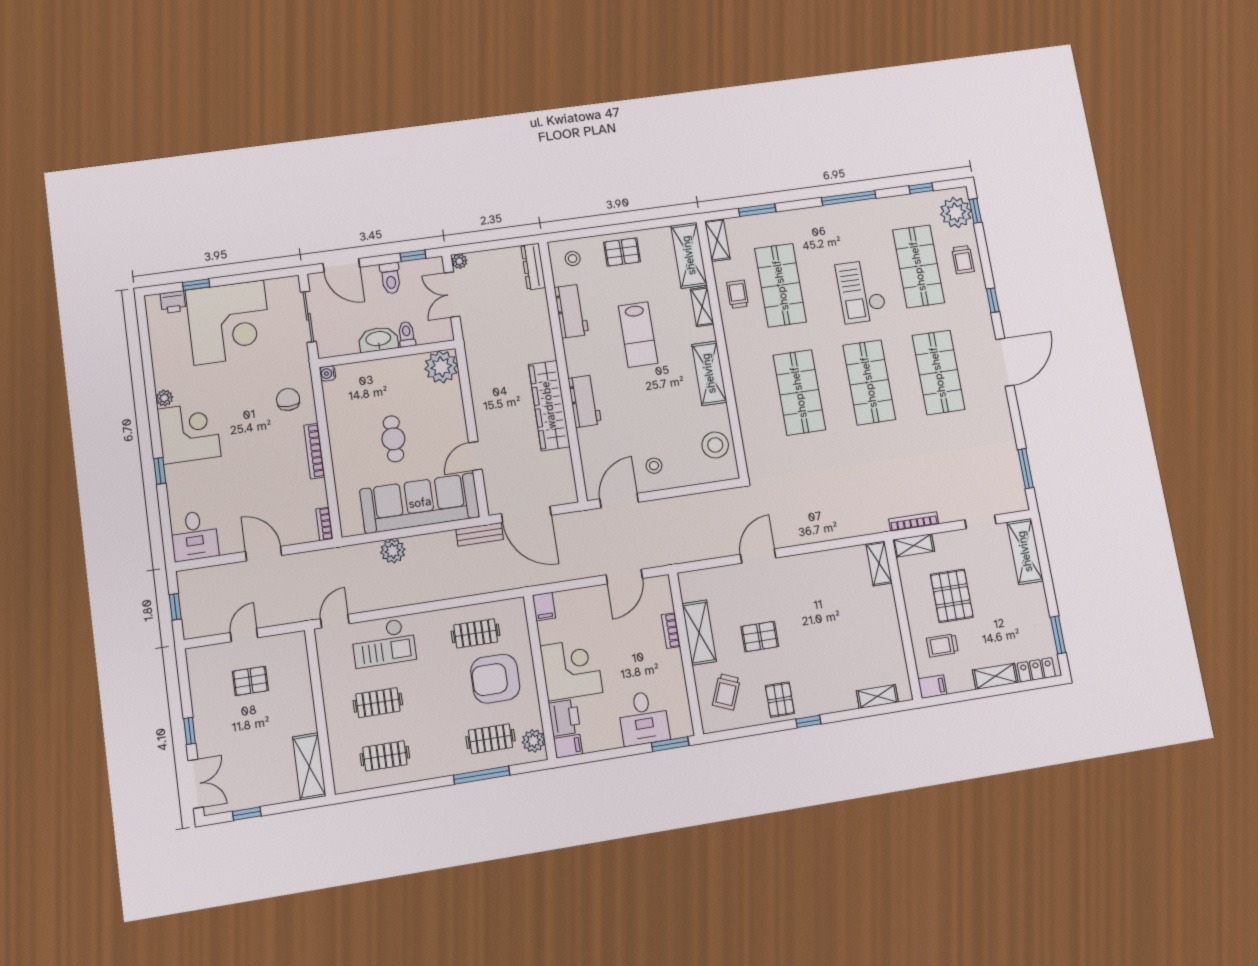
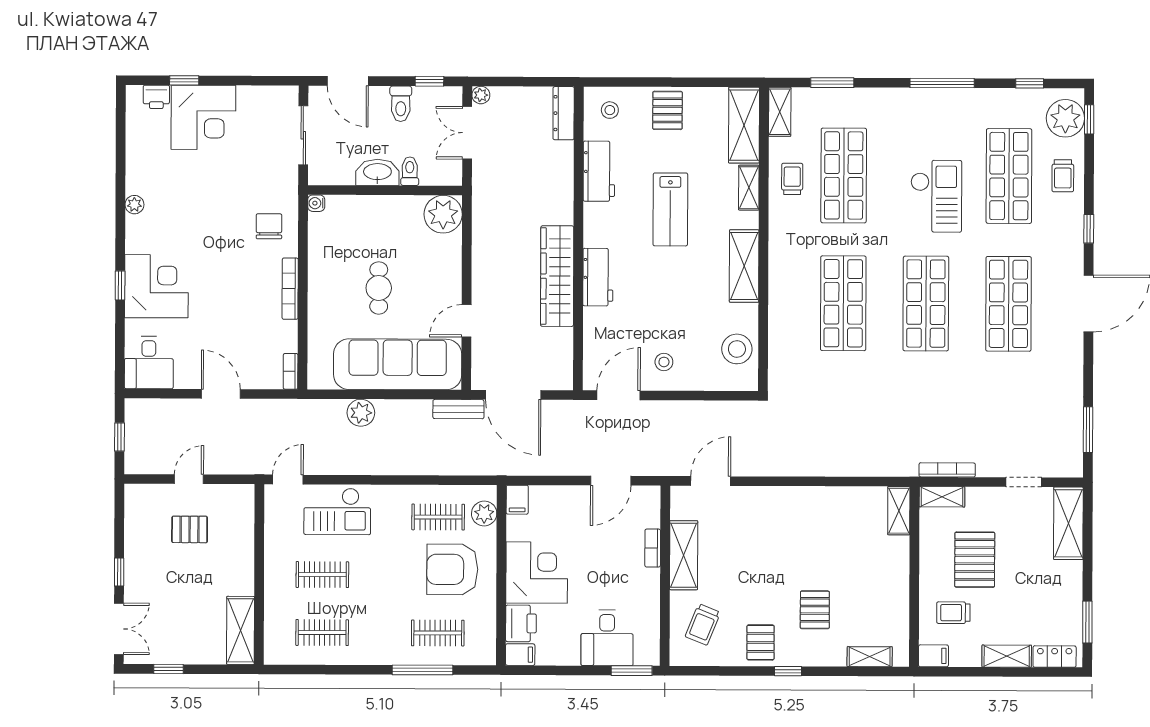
pallet: (622, 252) -> (667, 110), turned 90
checkout: (861, 291) -> (936, 196), turned 180
corner desk: (229, 322) -> (203, 117), width x0.74, depth x0.74
corner desk: (189, 433) -> (156, 286), moved
door: (758, 556) -> (711, 481), moved
pallet: (760, 637) -> (815, 610), moved, turned 90
plant: (533, 741) -> (484, 514), moved

